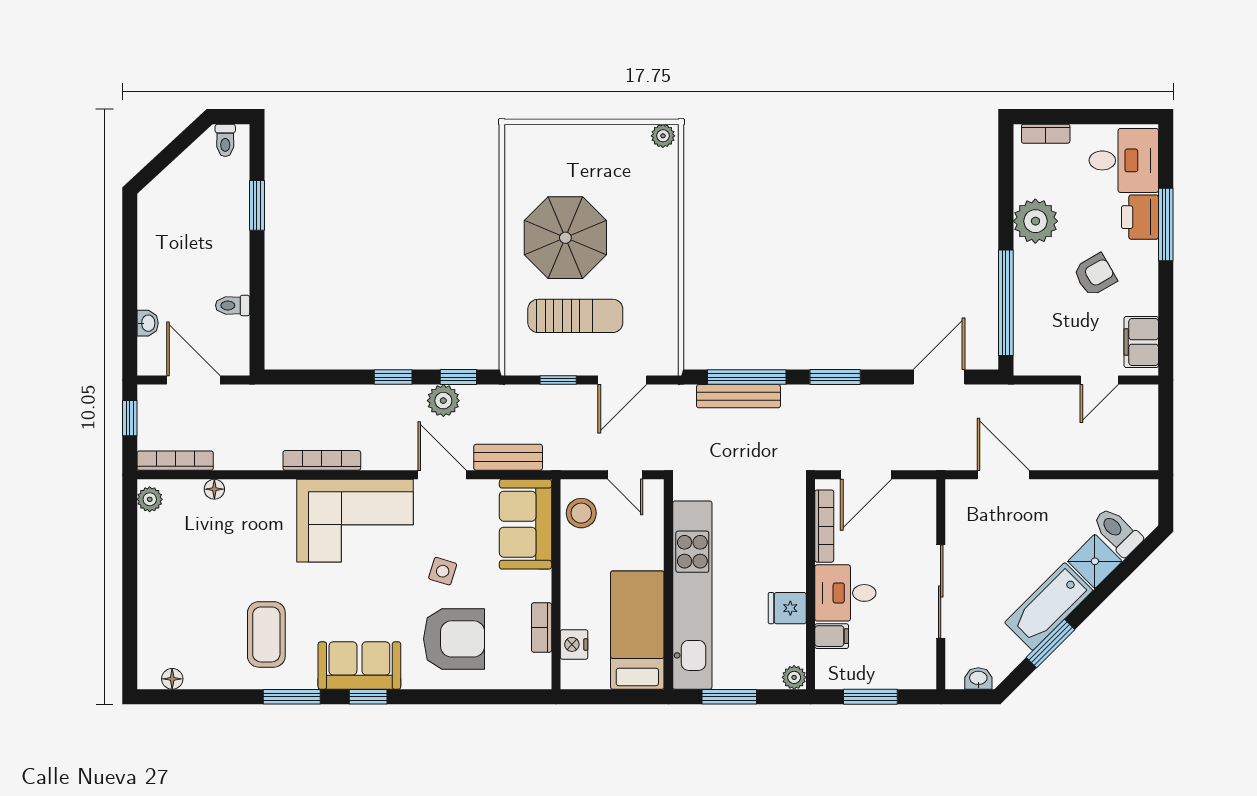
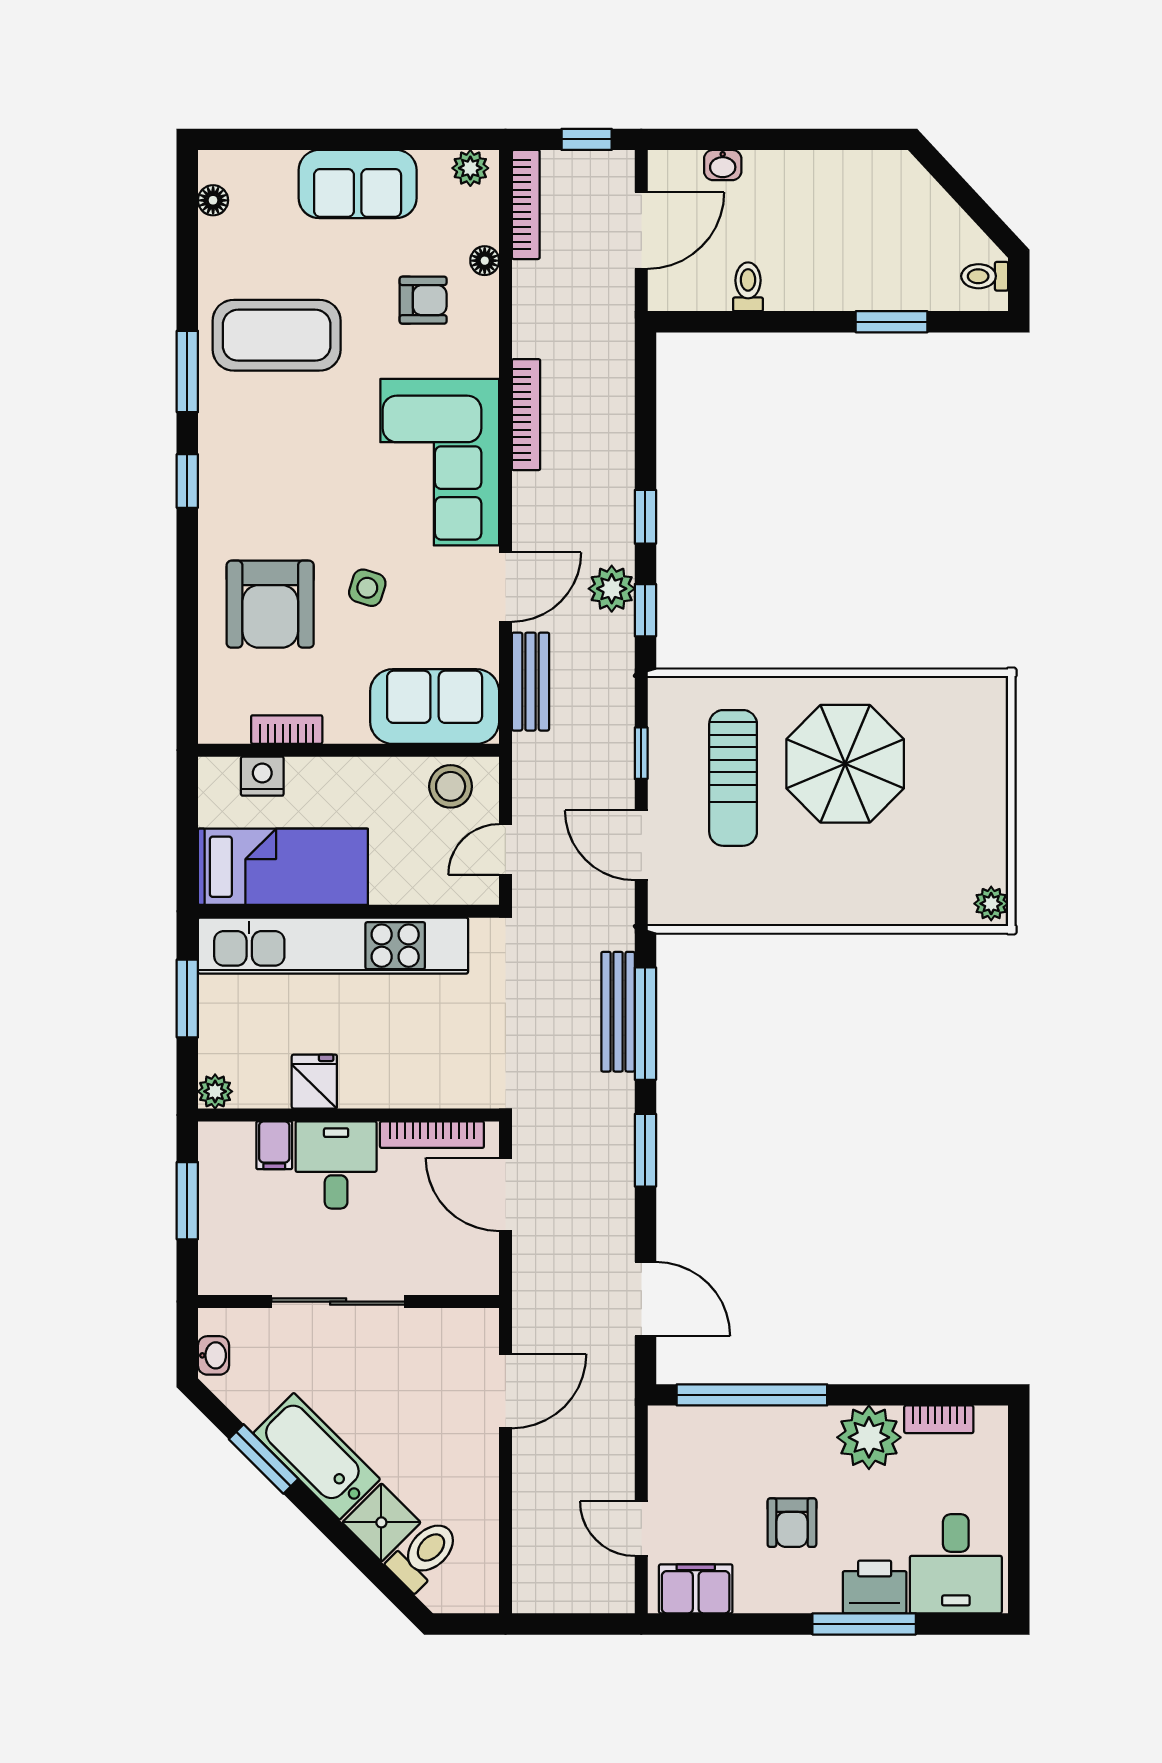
bookcase: (1046, 134) -> (939, 1419), moved, turned -90
armchair: (1095, 275) -> (792, 1523), turned 30
armchair: (242, 532) -> (423, 300), added
coffee table: (266, 634) -> (277, 335), width x1.36, depth x1.32
sofa: (359, 666) -> (358, 184), moved, turned 90

